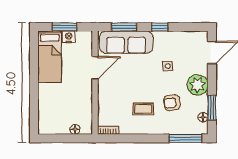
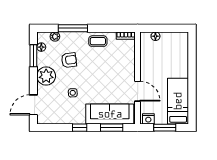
nightstand: (69, 37) -> (148, 119), moved
door: (95, 68) -> (138, 91), swing flipped
coffee table: (143, 109) -> (98, 41), moved
plant: (188, 129) -> (55, 37), added
window: (185, 138) -> (73, 28), moved

